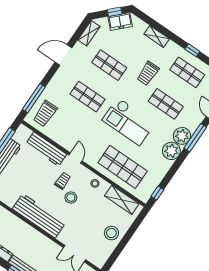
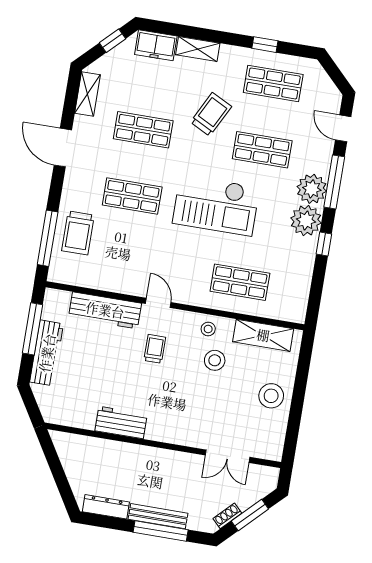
freezer: (120, 21) -> (156, 45), moved, turned 45
door: (63, 55) -> (63, 148), hinge flipped
trolley: (148, 73) -> (211, 114), turned -153
trolley: (45, 114) -> (78, 233), moved
shop shelf: (123, 167) -> (240, 282), width x0.70, depth x0.74
window: (157, 193) -> (324, 244), moved
stool: (71, 197) -> (215, 360), moved
workbench: (39, 216) -> (121, 423), width x0.53, depth x0.76

